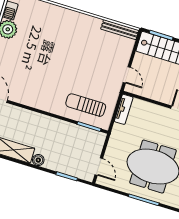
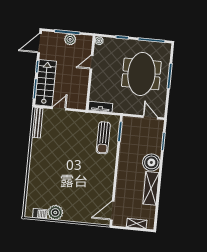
door: (127, 75) -> (59, 109), moved
boiler: (38, 160) -> (151, 162), width x1.86, depth x1.86
door: (99, 167) -> (150, 117), hinge flipped

